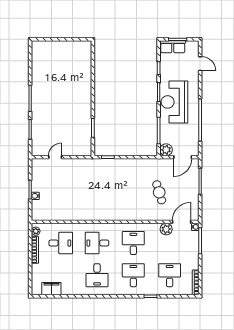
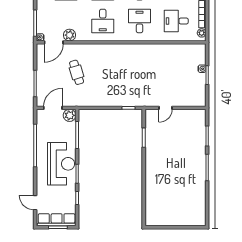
row of seats: (173, 47) -> (57, 220), width x1.48
door: (55, 157) -> (166, 108), moved
desk: (97, 243) -> (140, 21), turned -90

